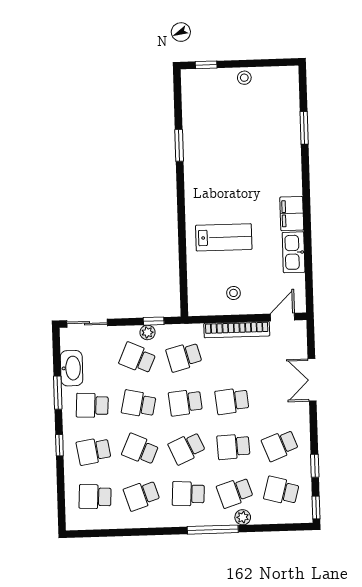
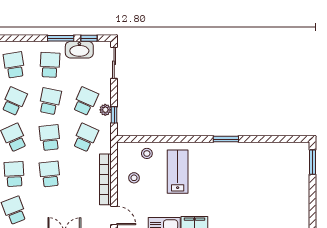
window: (206, 65) -> (313, 162), width x1.50
stool: (244, 78) -> (147, 153), moved
window: (179, 145) -> (226, 139), moved
lab bench: (224, 237) -> (178, 172), turned 180
school desk: (184, 357) -> (85, 138), turned 39
window: (59, 445) -> (89, 38), moved

